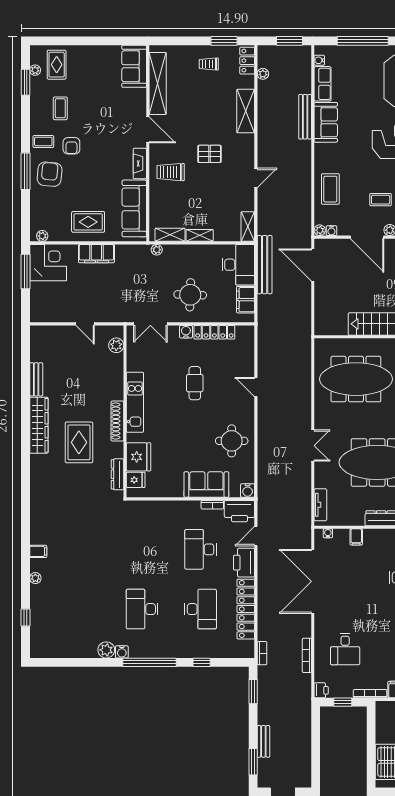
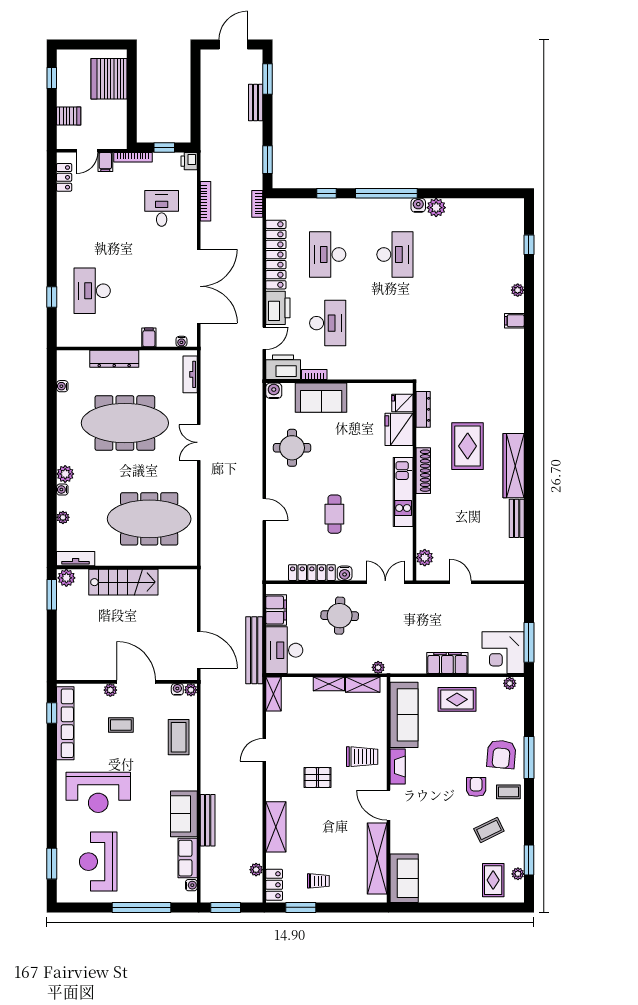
coffee table: (60, 108) -> (489, 830), turned 64

